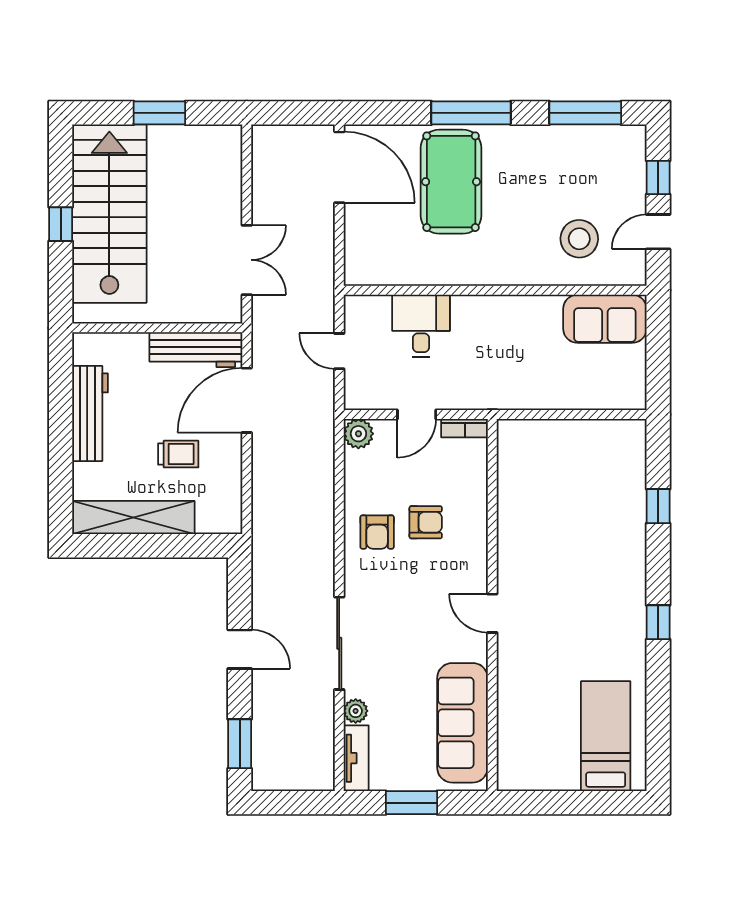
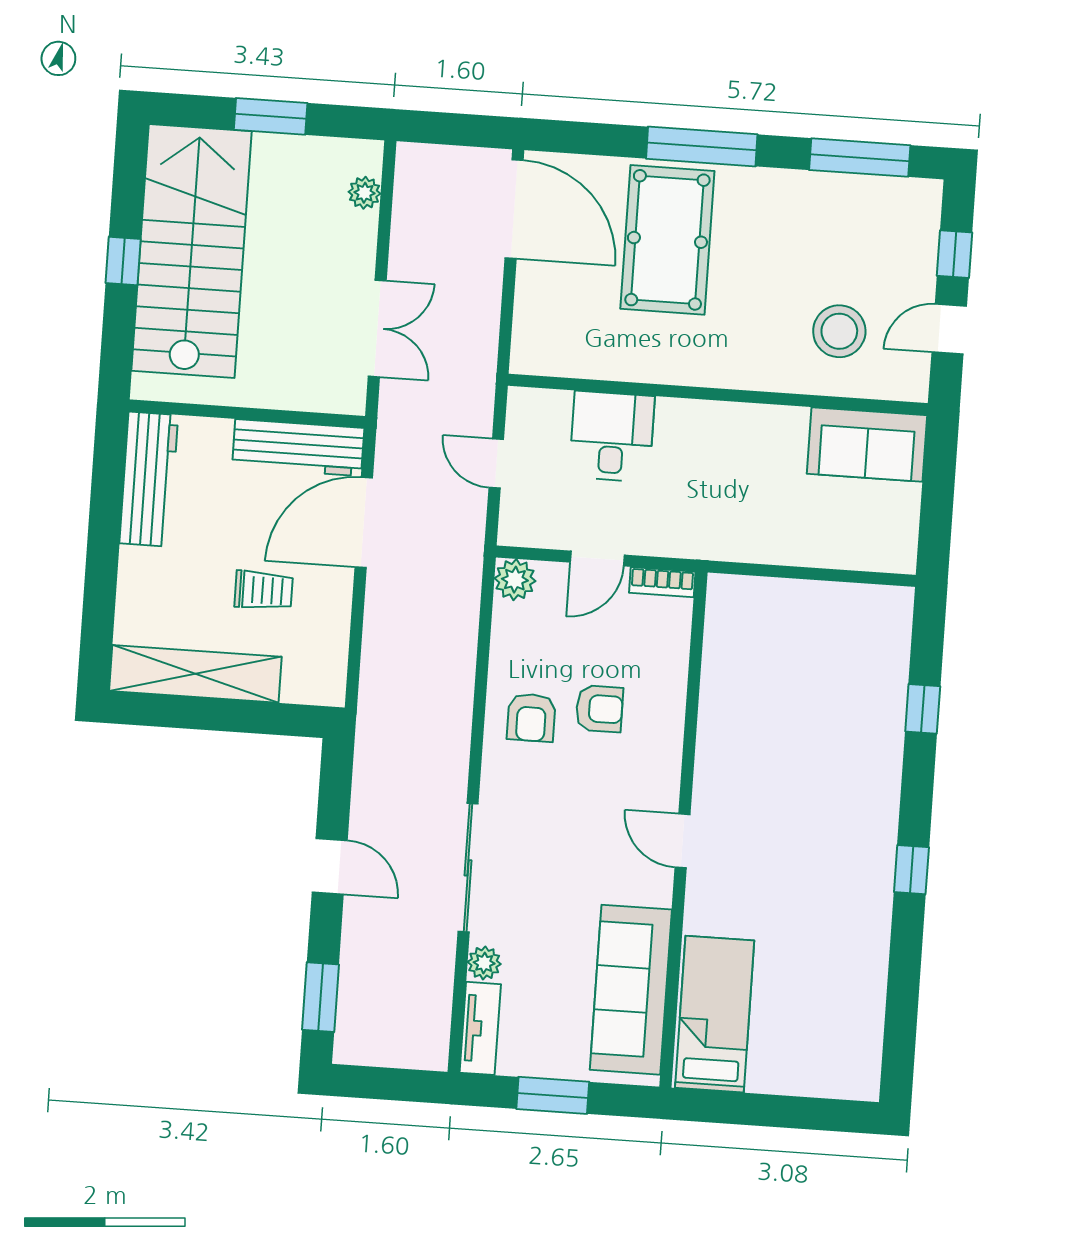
plant: (231, 163) -> (365, 193), added
workbench: (90, 413) -> (149, 479), moved
bed: (606, 736) -> (715, 1014), moved

